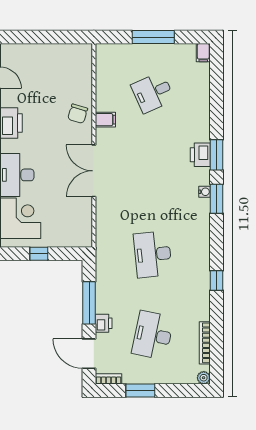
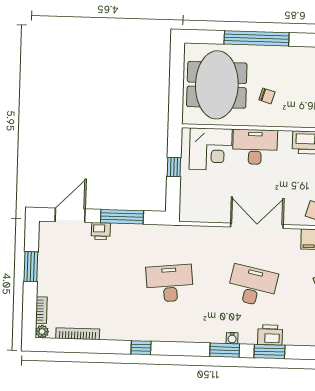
desk: (153, 335) -> (252, 286), moved
bookcase: (109, 379) -> (41, 310), moved

